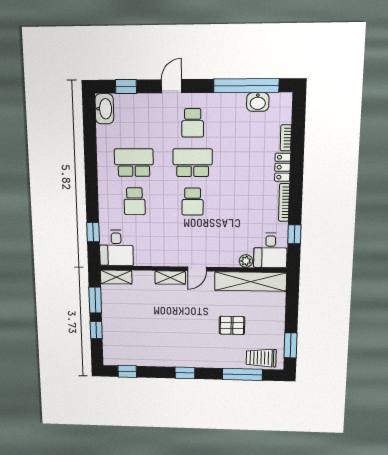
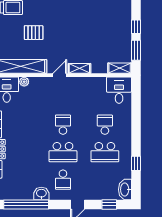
washbasin: (258, 102) -> (41, 194), moved
school desk: (193, 123) -> (63, 180), turned 180
window: (93, 232) -> (136, 163), moved

